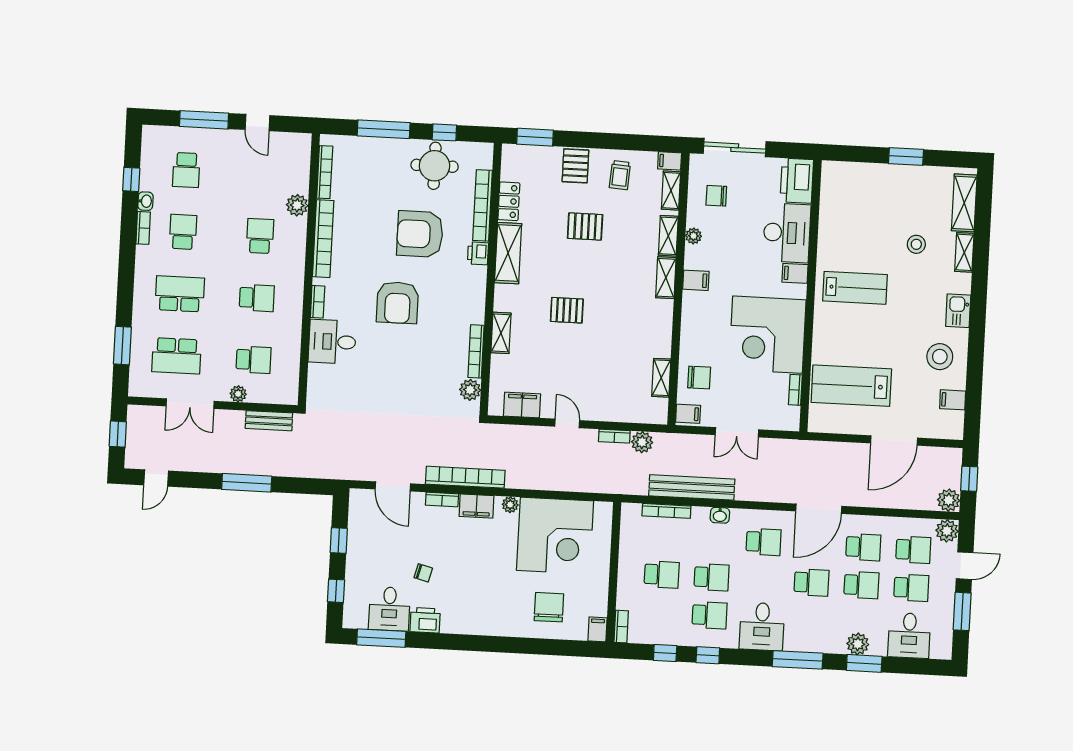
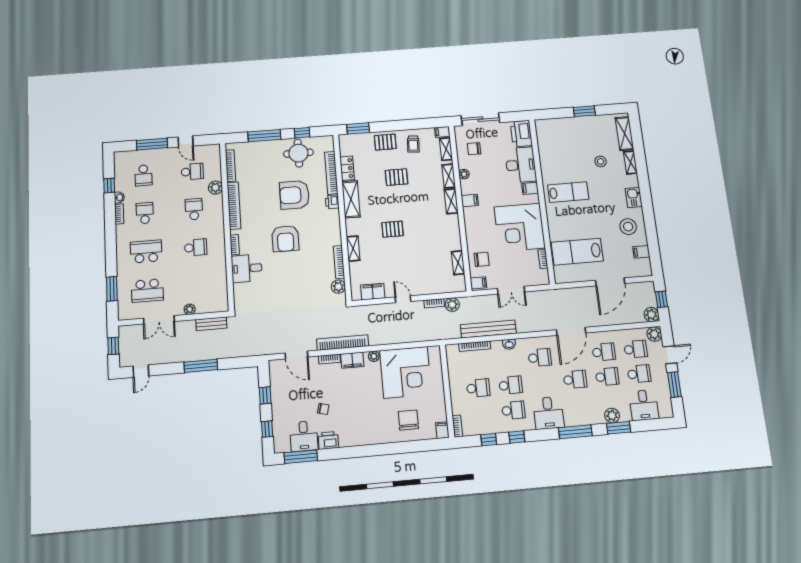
pallet: (575, 166) -> (385, 142), turned 90
school desk: (254, 360) -> (192, 172), moved

